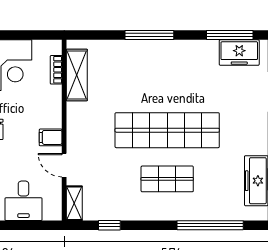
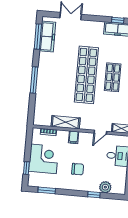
freezer: (239, 53) -> (47, 37), width x1.40
shelving: (77, 75) -> (66, 122), moved
filing cabinet: (51, 137) -> (74, 137), moved

